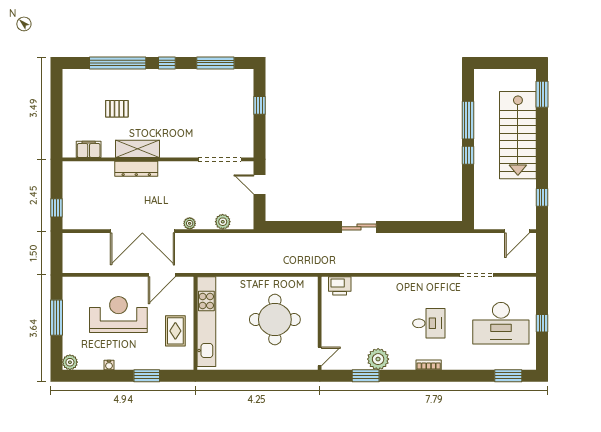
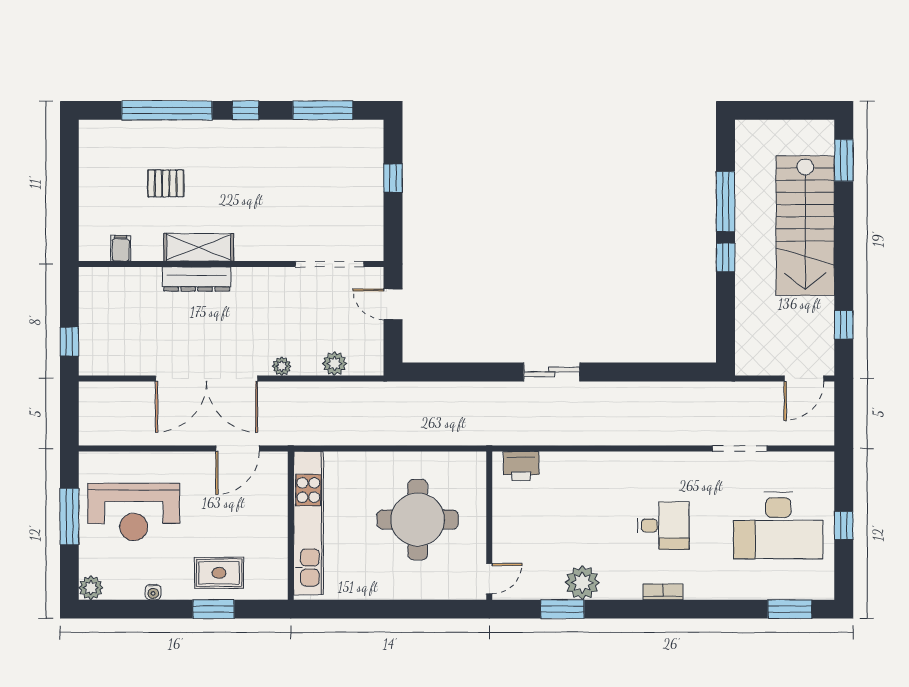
filing cabinet: (89, 149) -> (121, 248), width x0.50
reception desk: (118, 314) -> (134, 512), moved, turned 180
rug: (175, 331) -> (219, 573), moved, turned 90

